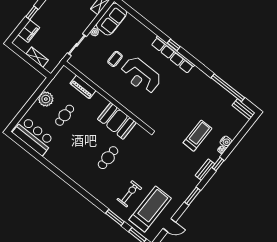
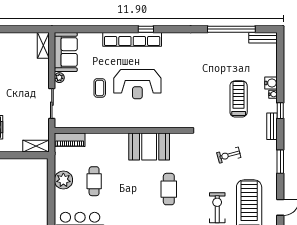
row of seats: (173, 55) -> (132, 39), moved
shelving: (37, 57) -> (36, 146), moved
piano: (83, 87) -> (70, 140), moved
exercise bike: (163, 166) -> (229, 155), added

